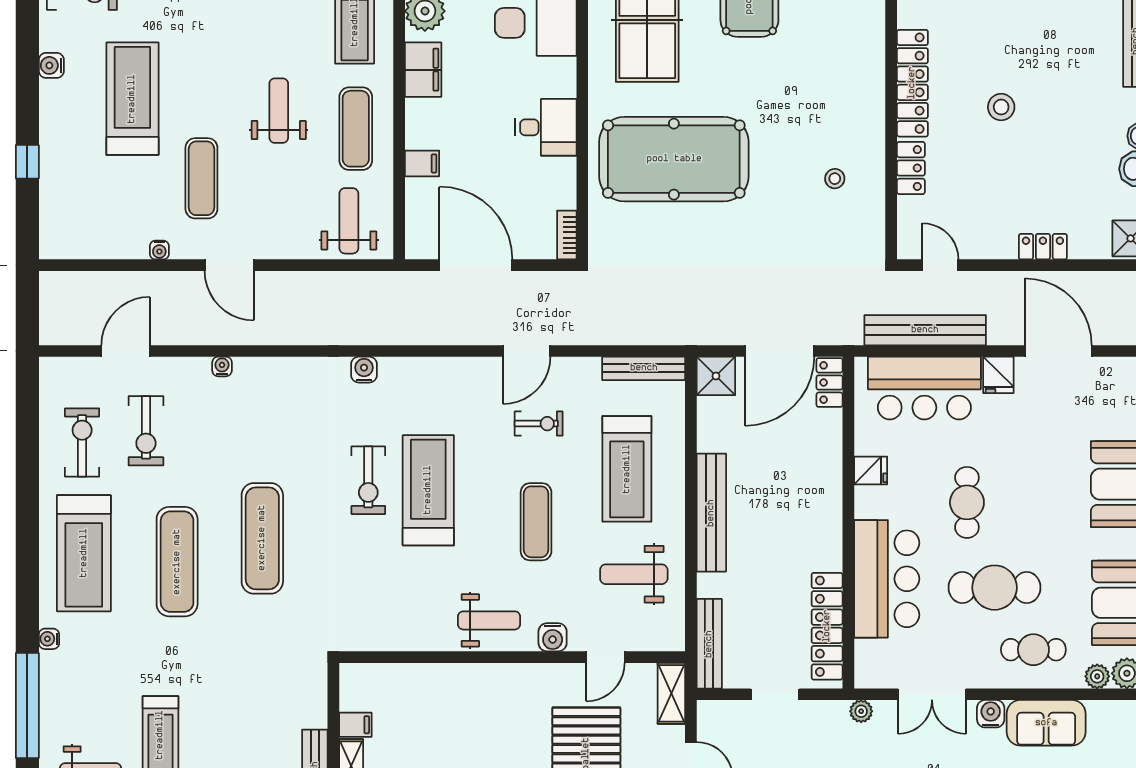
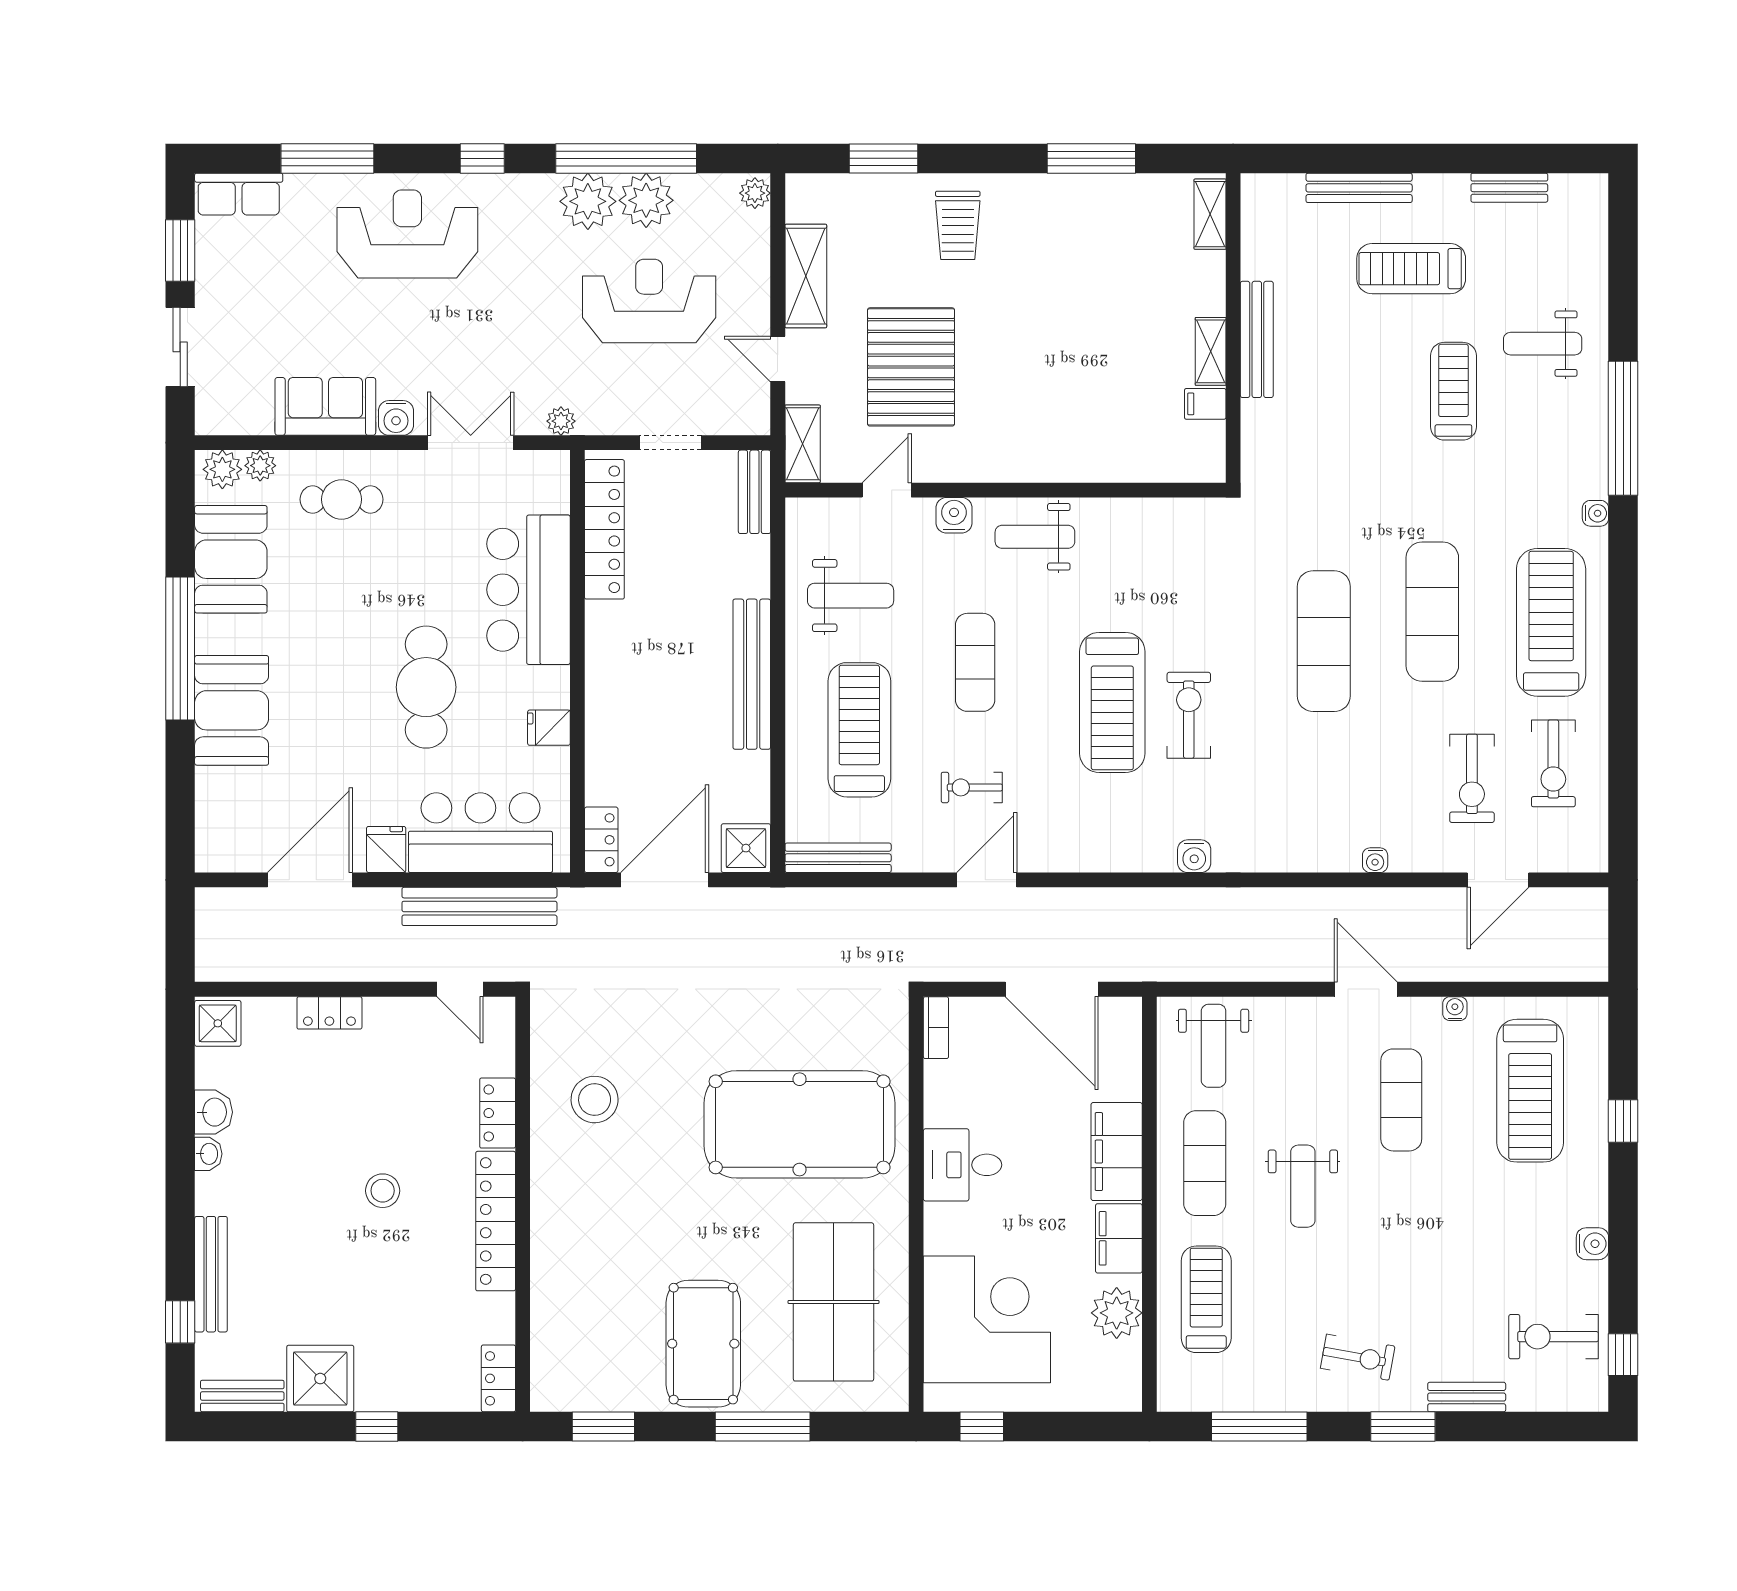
treadmill: (132, 99) -> (1530, 1091), moved
filing cabinet: (422, 163) -> (1117, 1152), width x3.00, depth x1.17
stool: (835, 179) -> (595, 1100), width x1.89, depth x1.89
door: (1058, 351) -> (310, 880), swing flipped
exercise bike: (146, 431) -> (1472, 778), turned 180
cafe table: (967, 502) -> (426, 687), width x1.37, depth x1.35
cafe table: (995, 588) -> (391, 579), removed
bench: (709, 644) -> (754, 492), width x0.73

